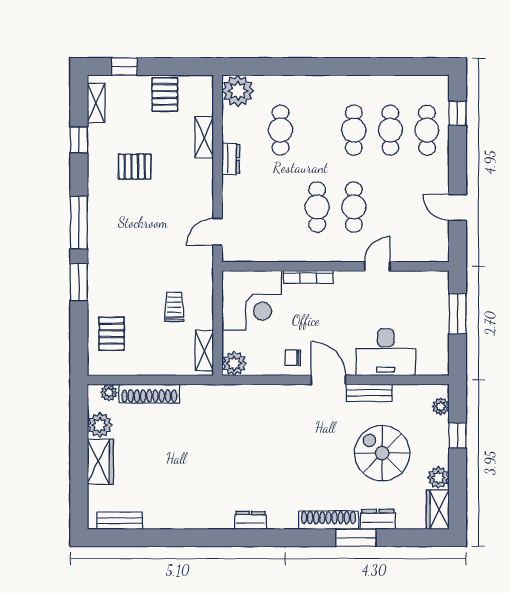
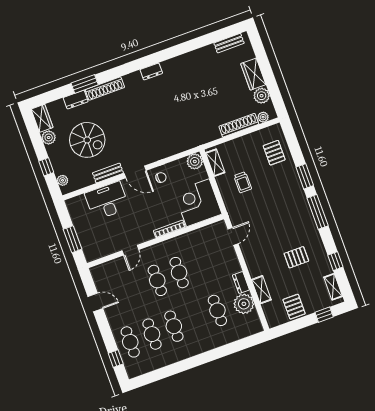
plant: (238, 91) -> (244, 304), moved

